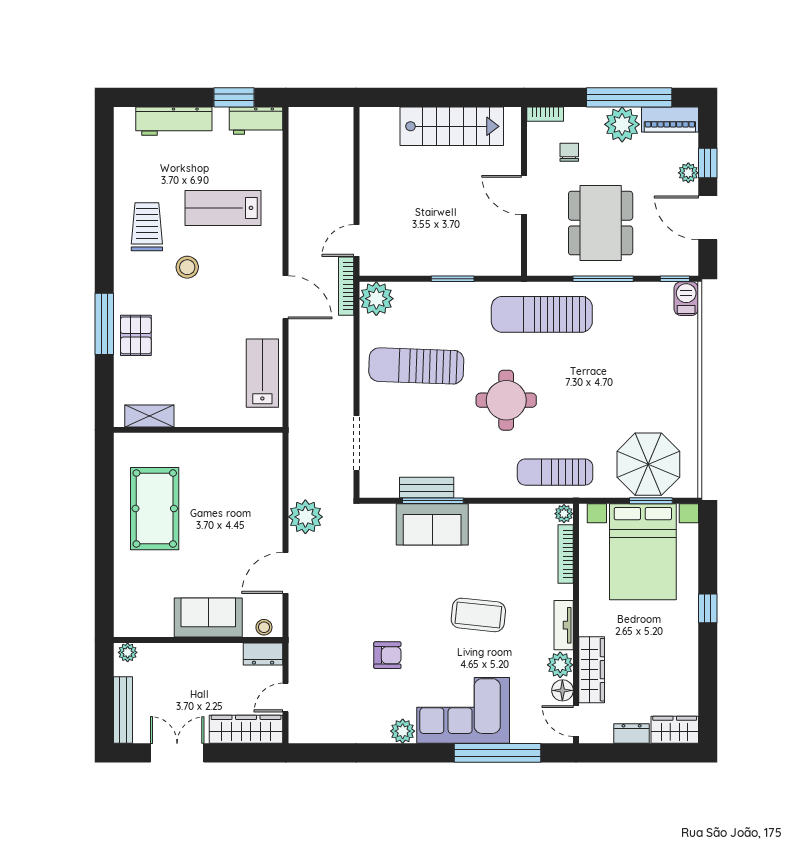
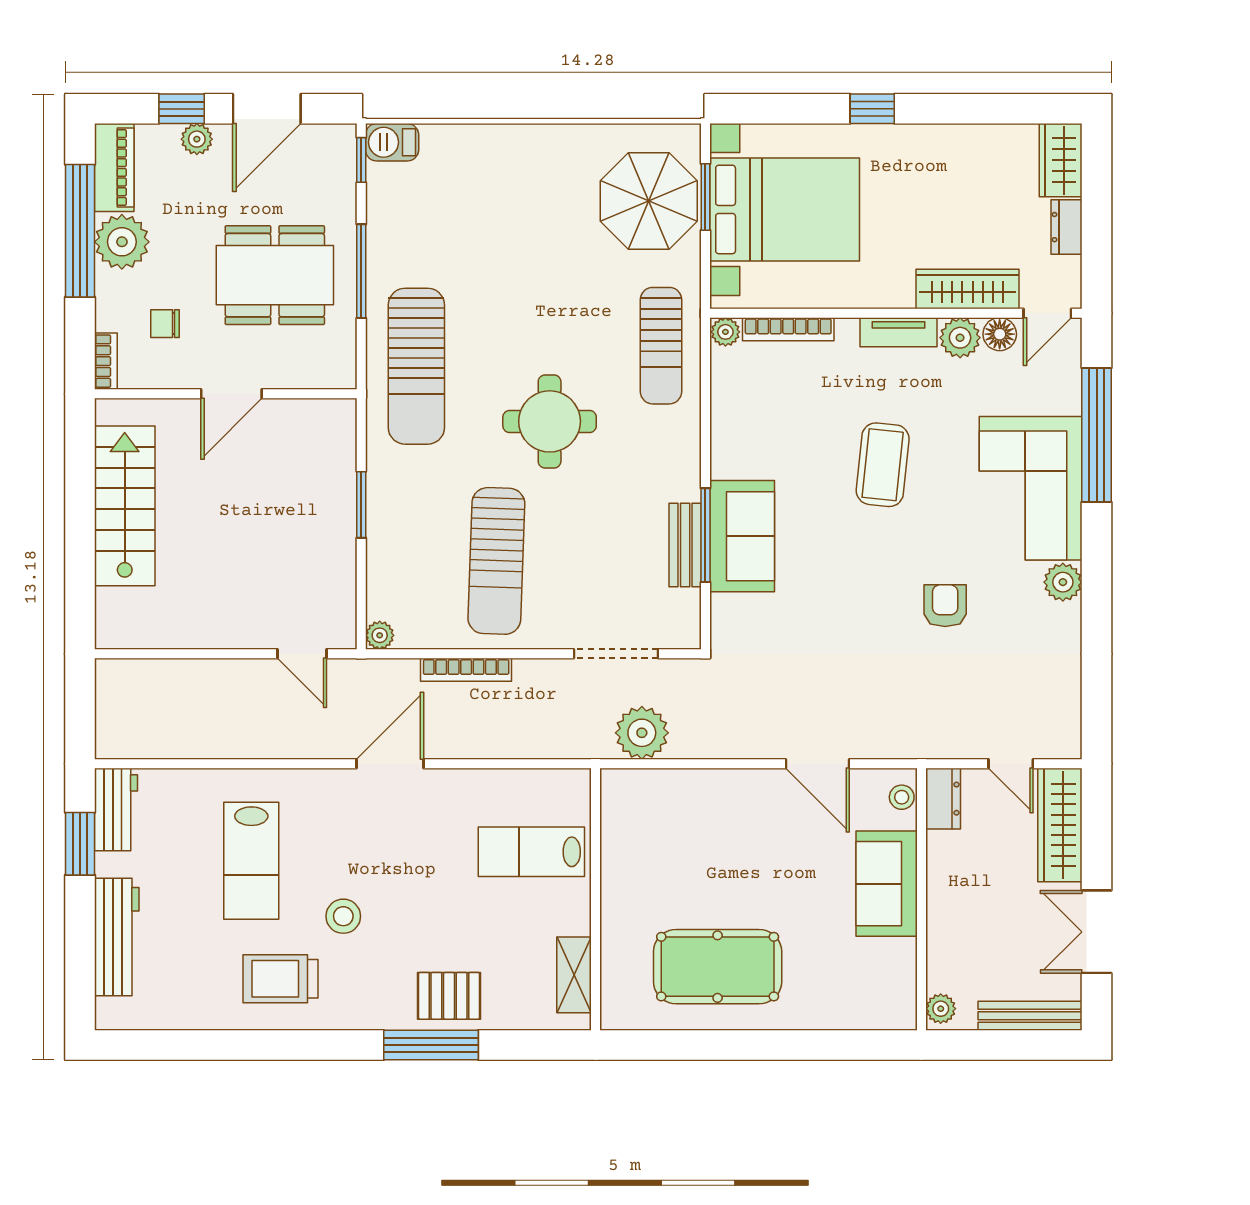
bookcase: (346, 286) -> (466, 670), moved
plant: (376, 299) -> (380, 635), width x0.53, depth x0.53
lab bench: (262, 373) -> (531, 852), moved
plant: (305, 517) -> (642, 733), moved

